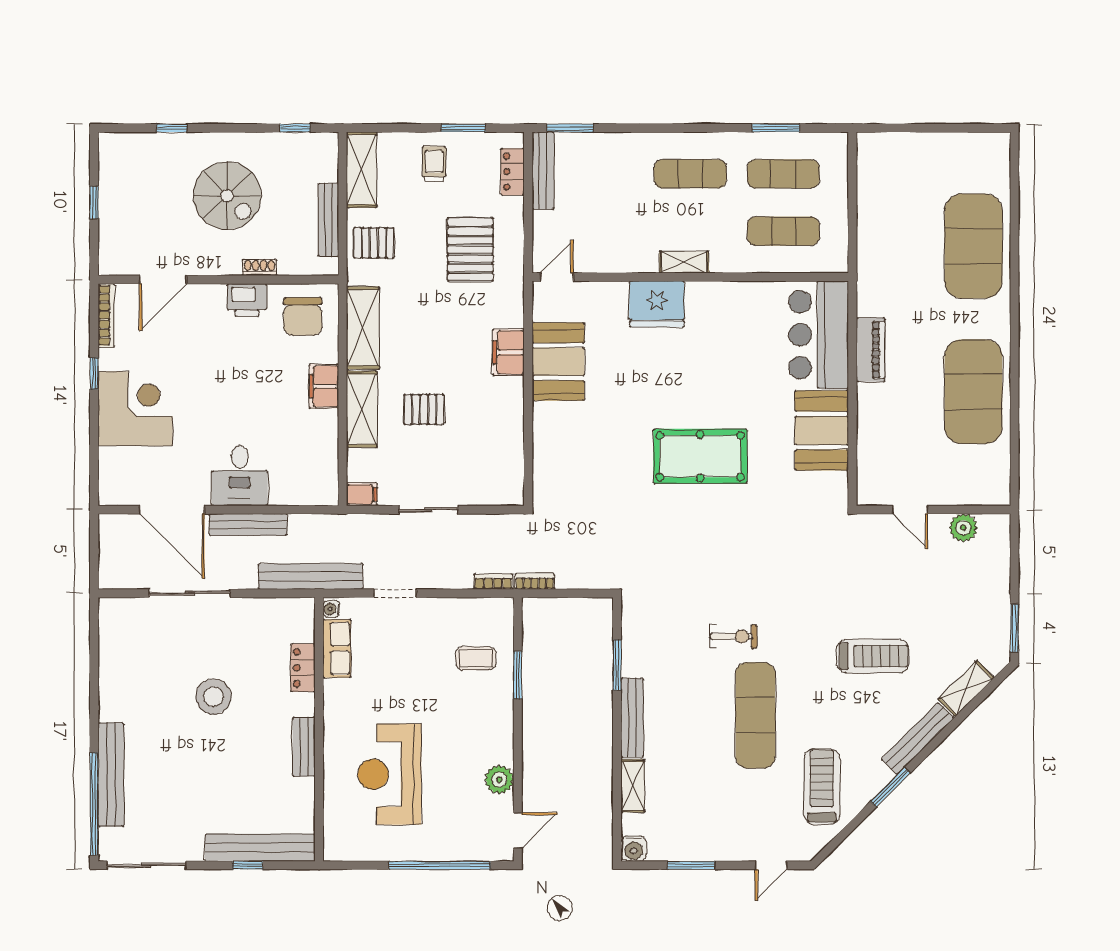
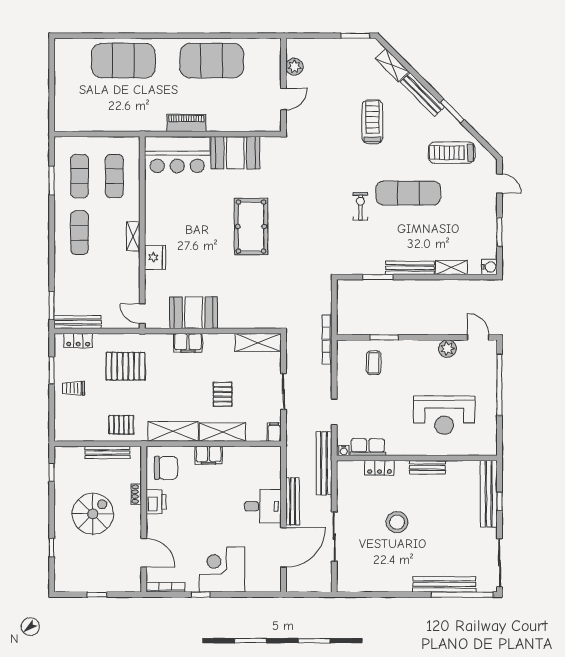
shelving: (362, 170) -> (258, 343), moved
pallet: (374, 243) -> (121, 425), turned 90
fridge: (657, 304) -> (155, 257), width x0.73, depth x0.75

